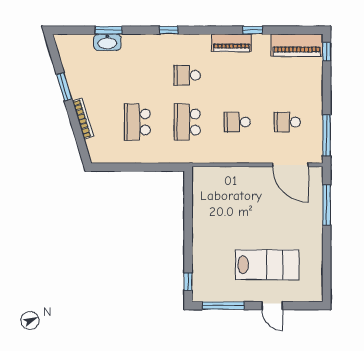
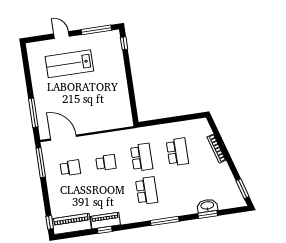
window: (169, 30) -> (165, 221), width x2.17
piano: (232, 43) -> (105, 221), moved
school desk: (187, 75) -> (147, 191), width x1.85
window: (64, 87) -> (242, 189), moved

